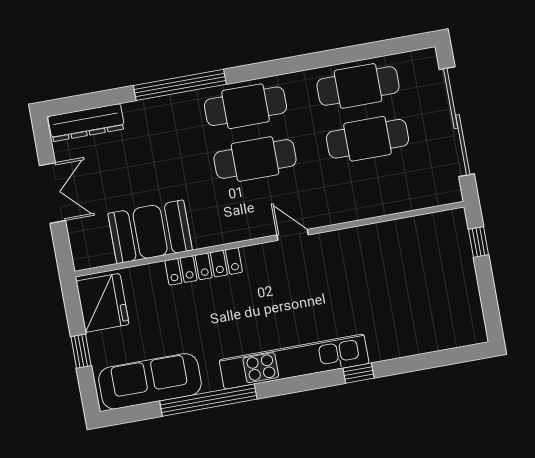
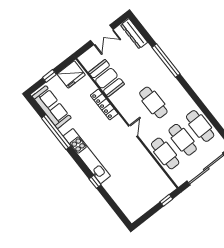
cafe table: (245, 106) -> (165, 153), moved

